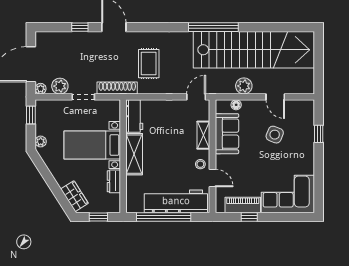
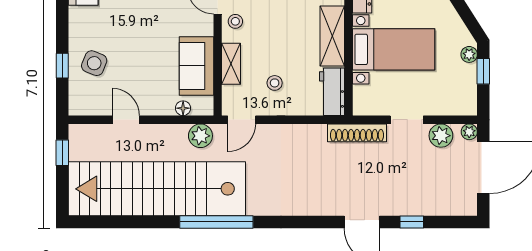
rug: (149, 64) -> (311, 169), removed
window: (319, 74) -> (62, 153), added
plant: (244, 86) -> (200, 136), moved
window: (31, 115) -> (483, 71), moved
stool: (174, 122) -> (275, 83), added
side table: (275, 135) -> (94, 63), moved

